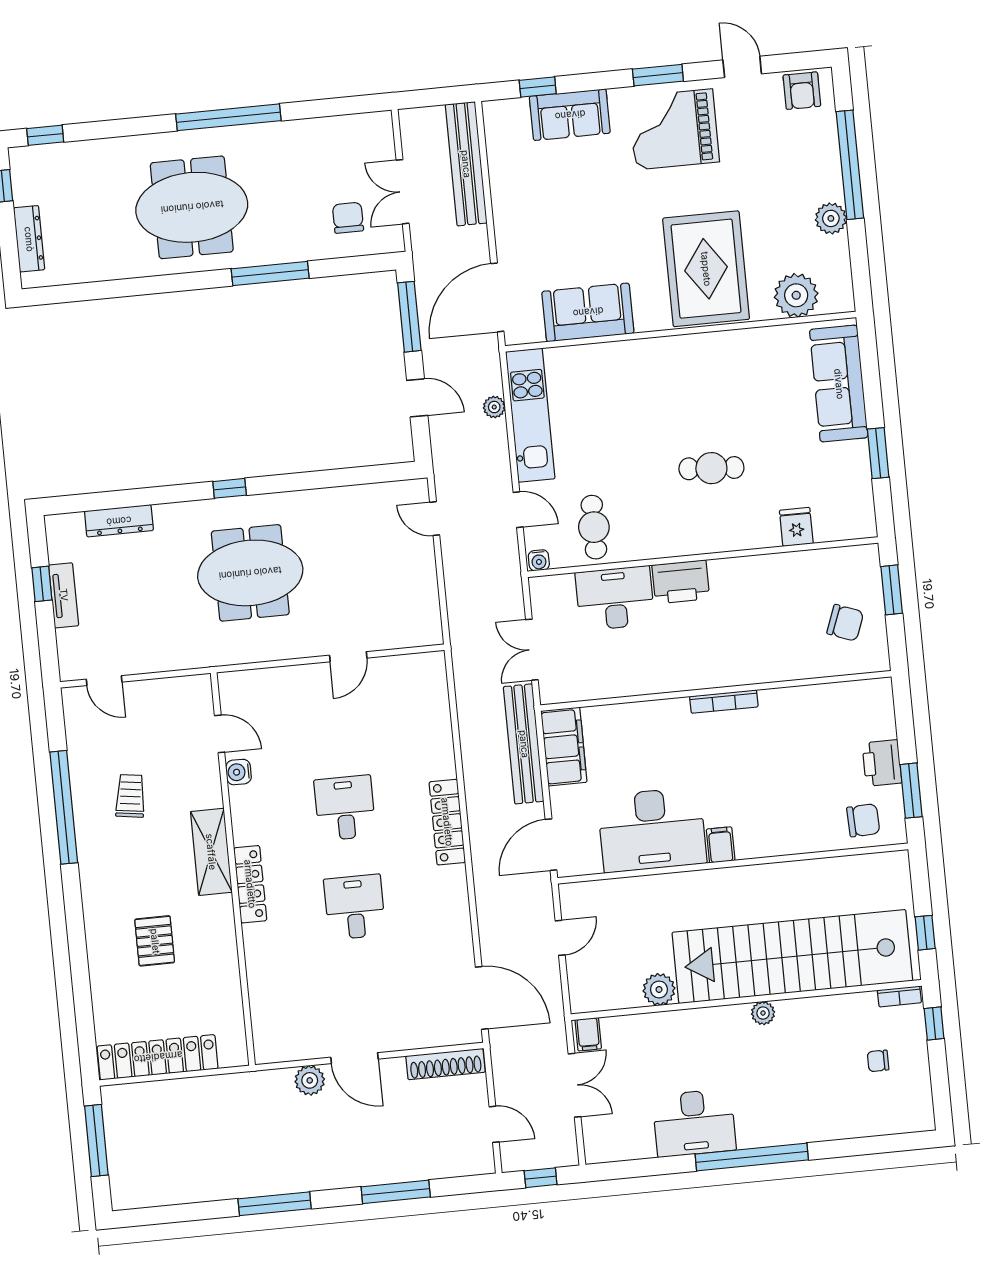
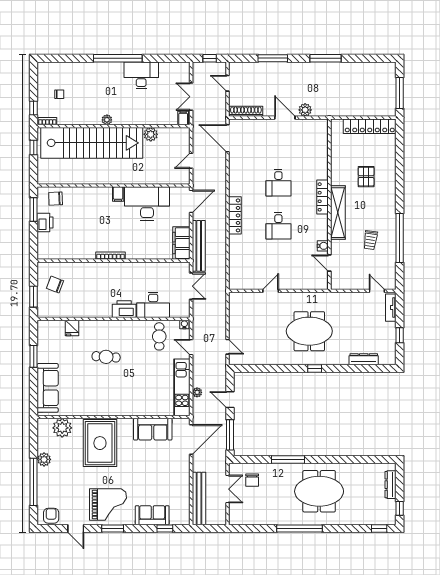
tv unit: (64, 595) -> (391, 308), moved
shelving: (211, 852) -> (338, 213), width x1.47

